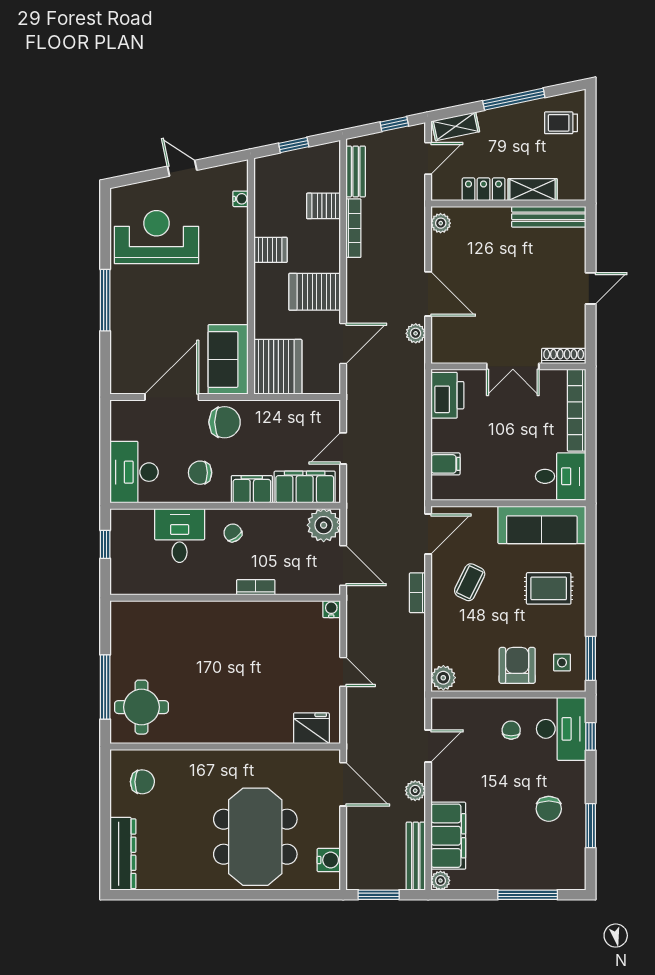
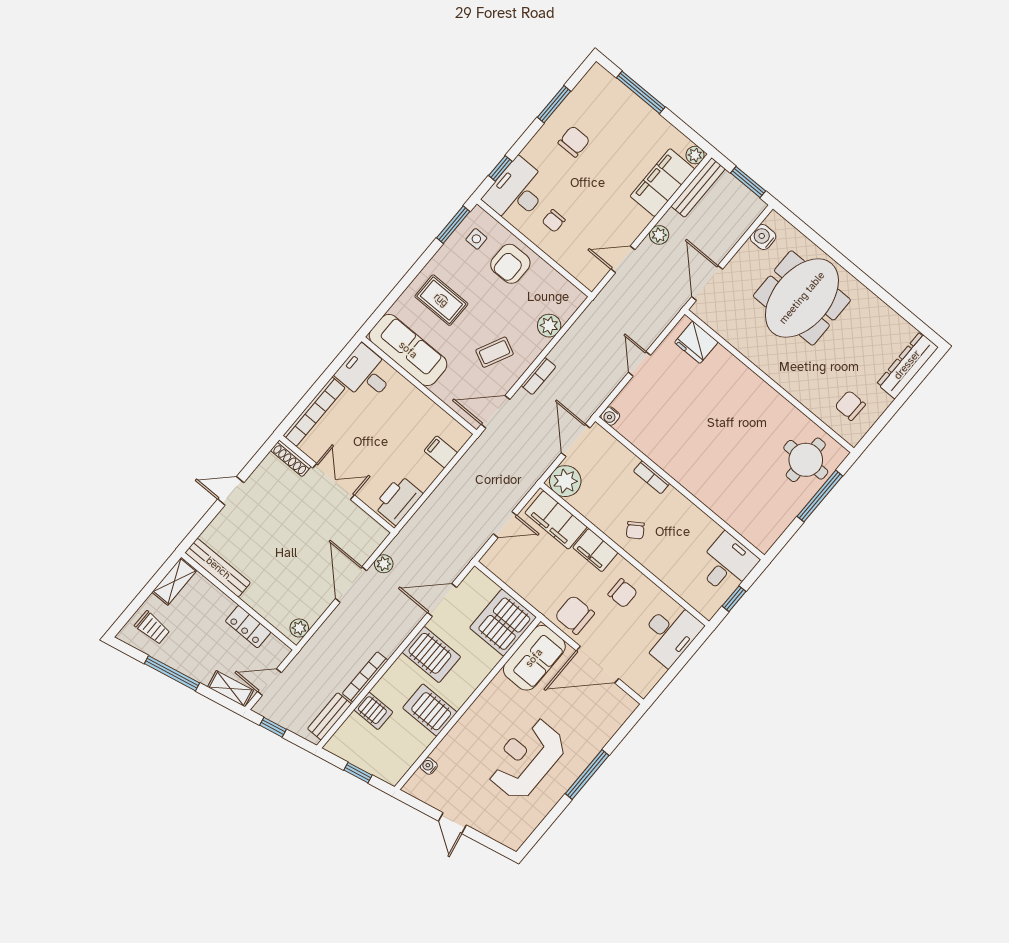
shelving: (533, 190) -> (175, 581), moved, turned 90
reception desk: (156, 237) -> (526, 759), moved, turned 90
server rack: (271, 250) -> (430, 710), width x1.36, depth x1.44
desk: (180, 535) -> (727, 564), moved, turned 180
plant: (443, 678) -> (549, 326), moved

